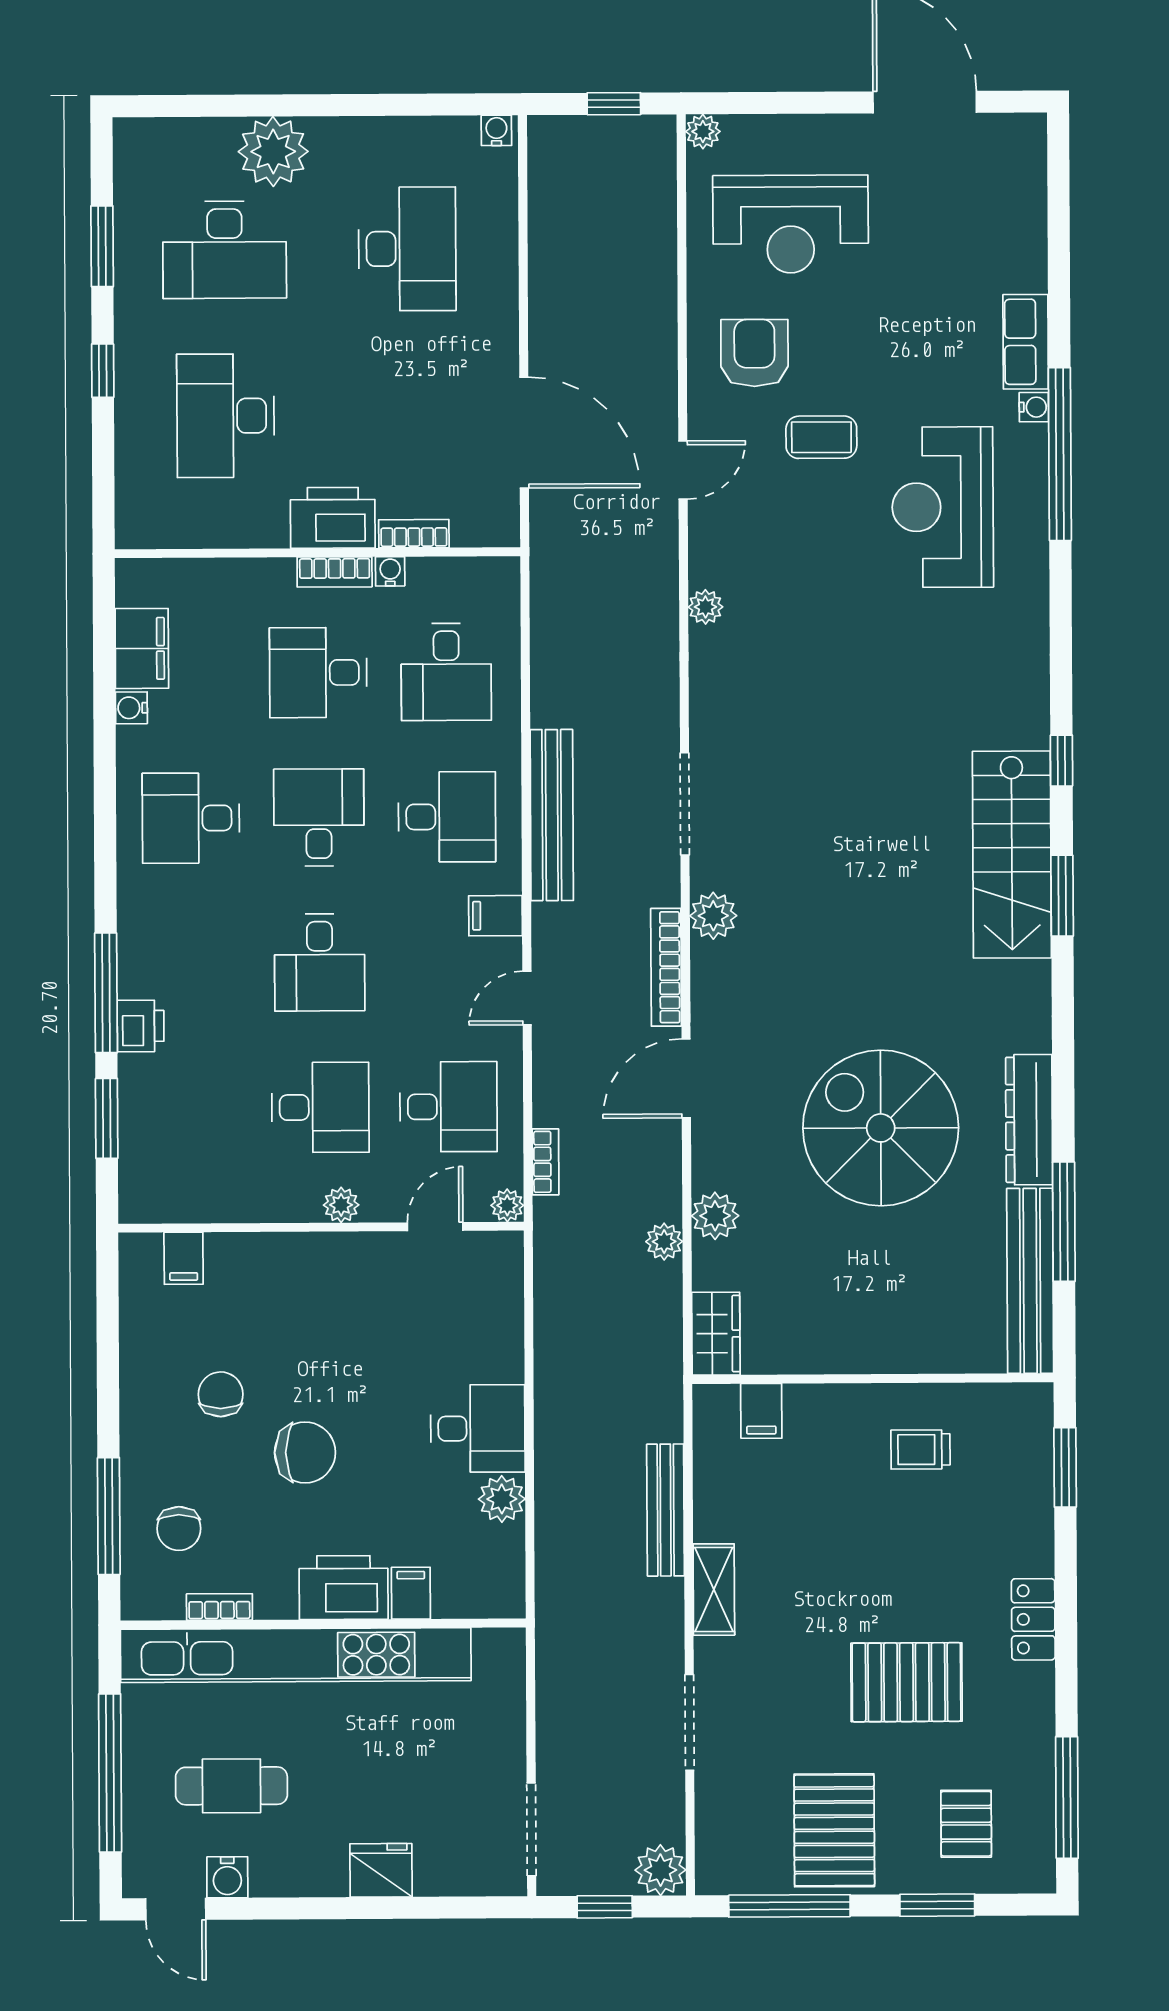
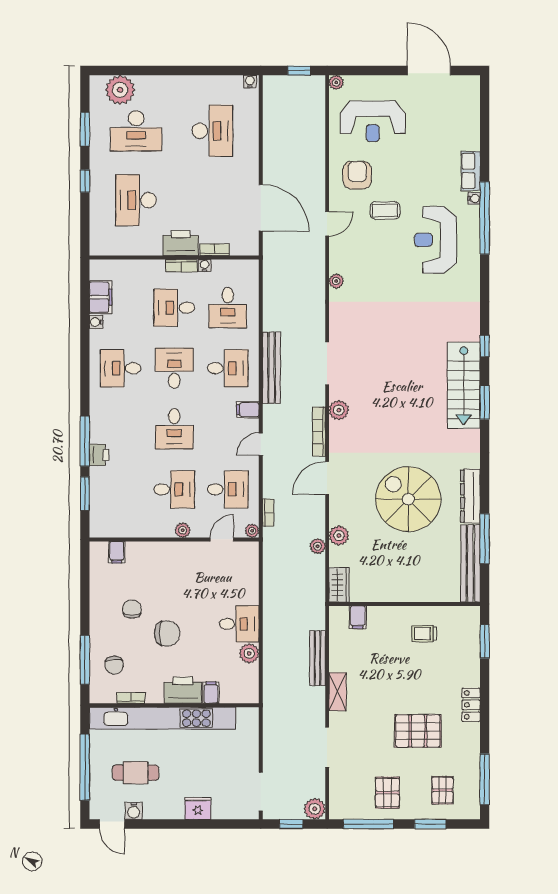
plant: (273, 152) -> (120, 90), moved
pallet: (834, 1830) -> (387, 793), width x0.67, depth x0.71

